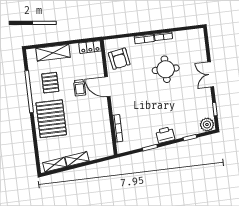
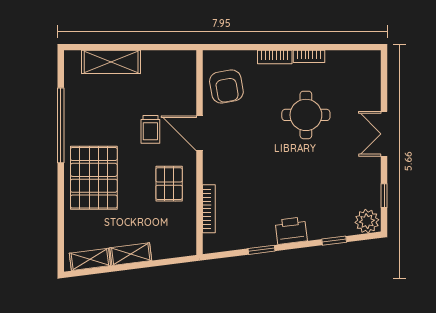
locker: (90, 47) -> (178, 60), removed
pallet: (50, 83) -> (169, 184), moved

